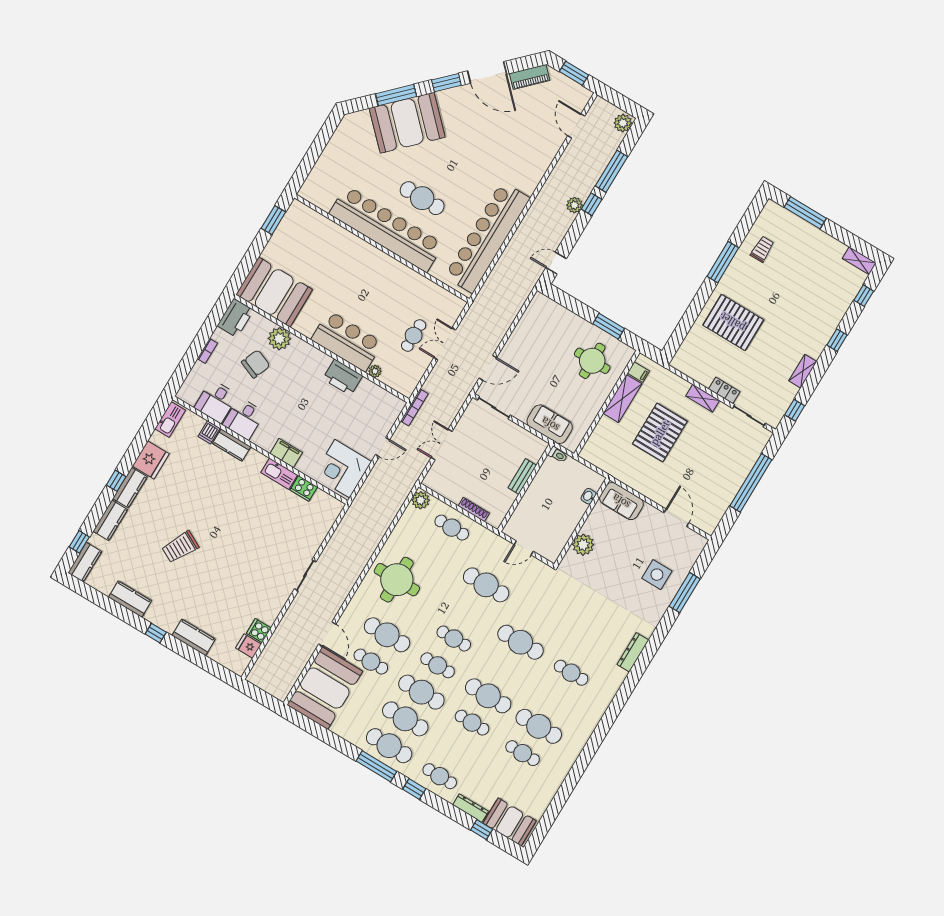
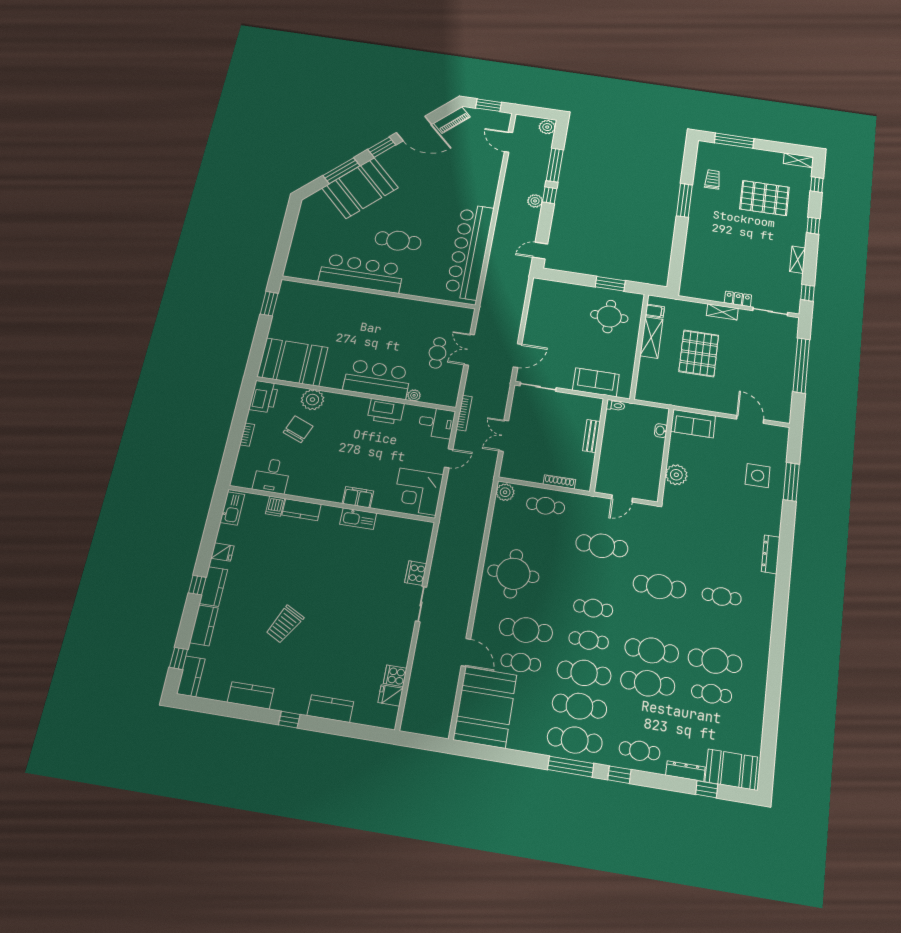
bar counter: (386, 229) -> (361, 273), width x0.73
pallet: (733, 322) -> (764, 198), moved
desk: (244, 419) -> (436, 423), moved, turned -90
fridge: (151, 460) -> (222, 552), width x0.53, depth x0.75
cooker: (304, 488) -> (416, 573), moved, turned 90
cafe table: (472, 723) -> (648, 683), width x1.37, depth x1.35

